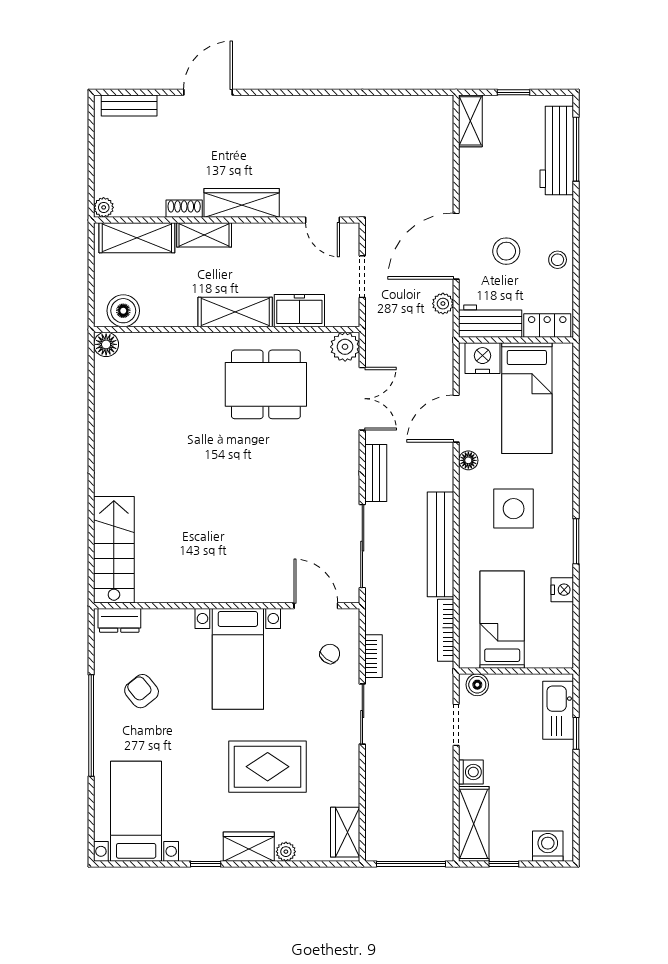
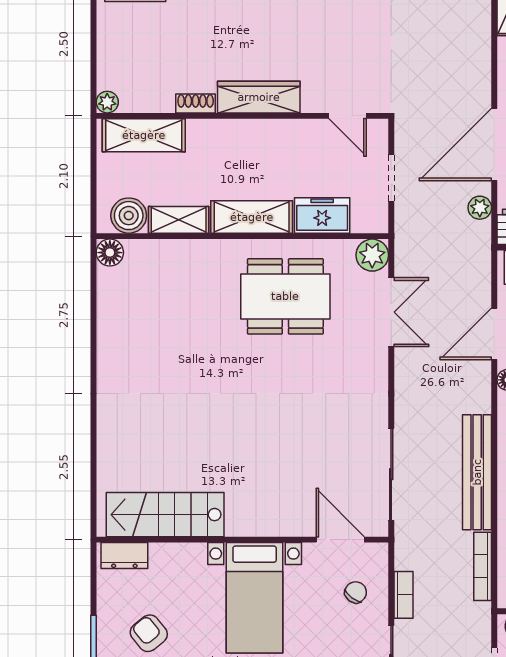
shelving: (204, 235) -> (179, 220), moved
bench: (376, 473) -> (406, 394), removed
stairs: (114, 550) -> (165, 515), moved, turned -90

